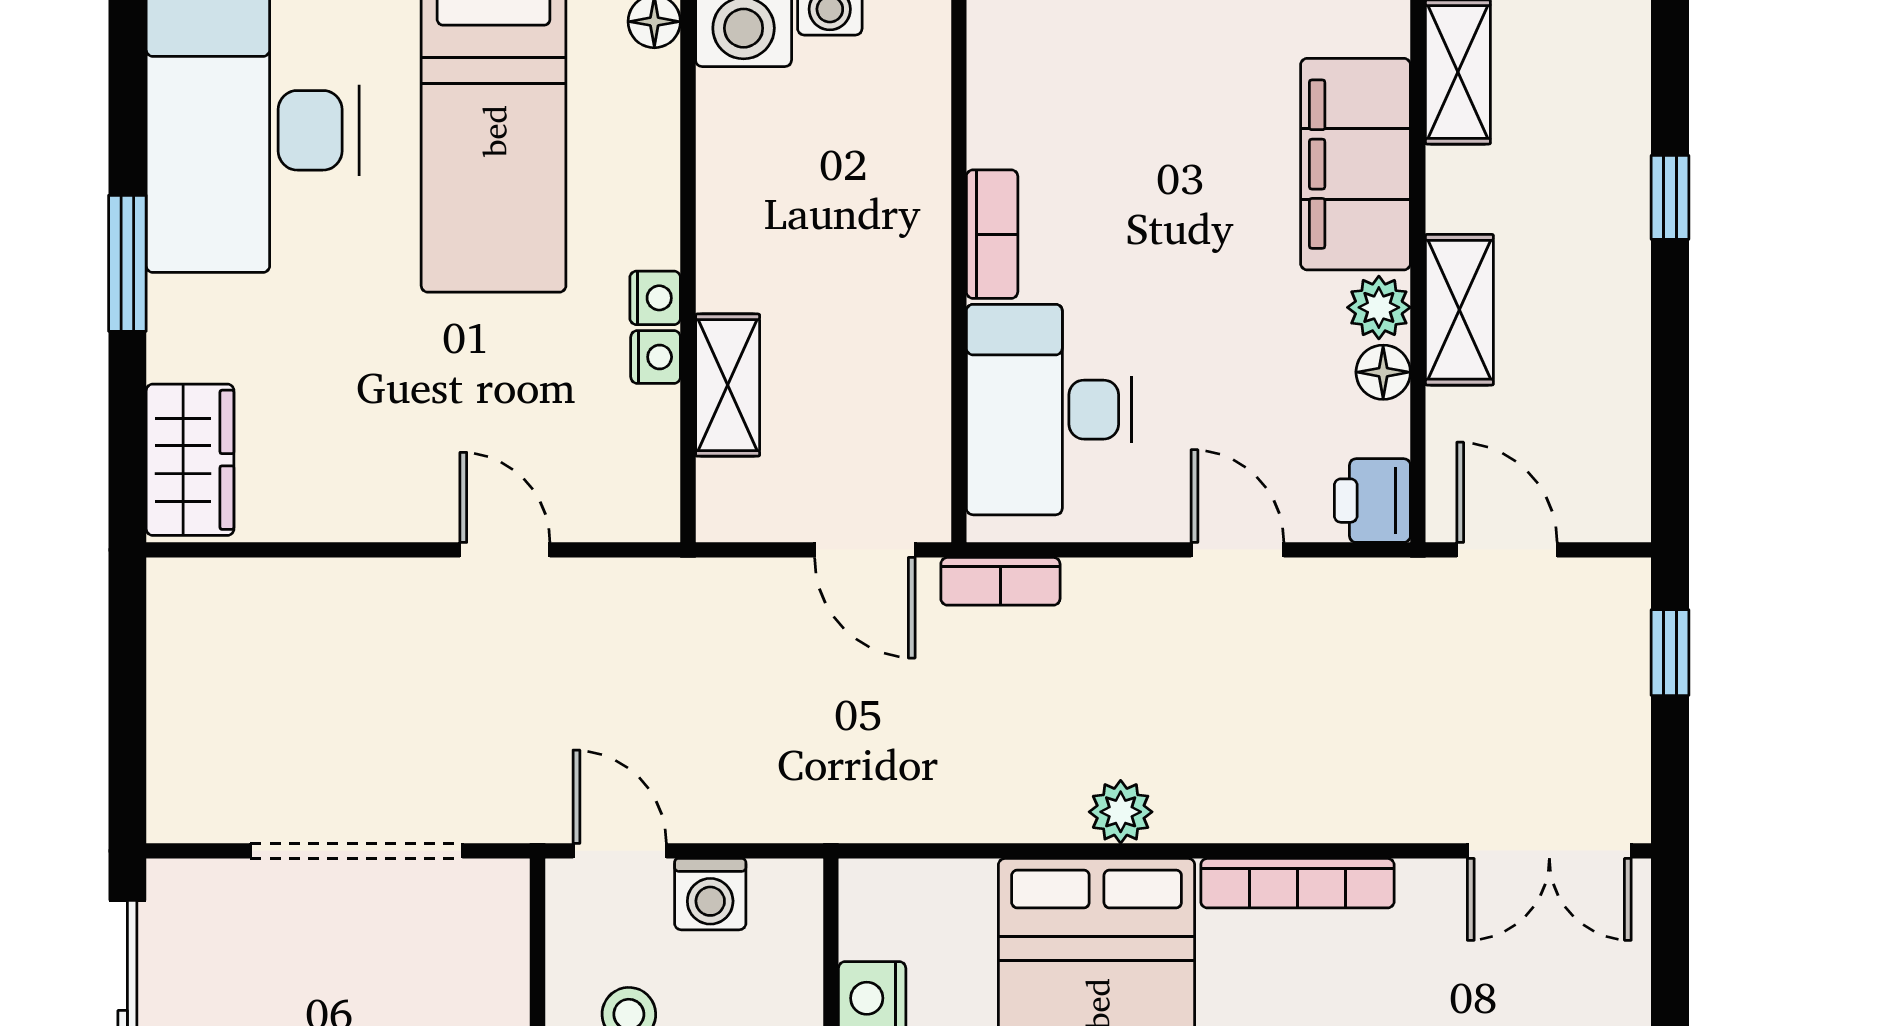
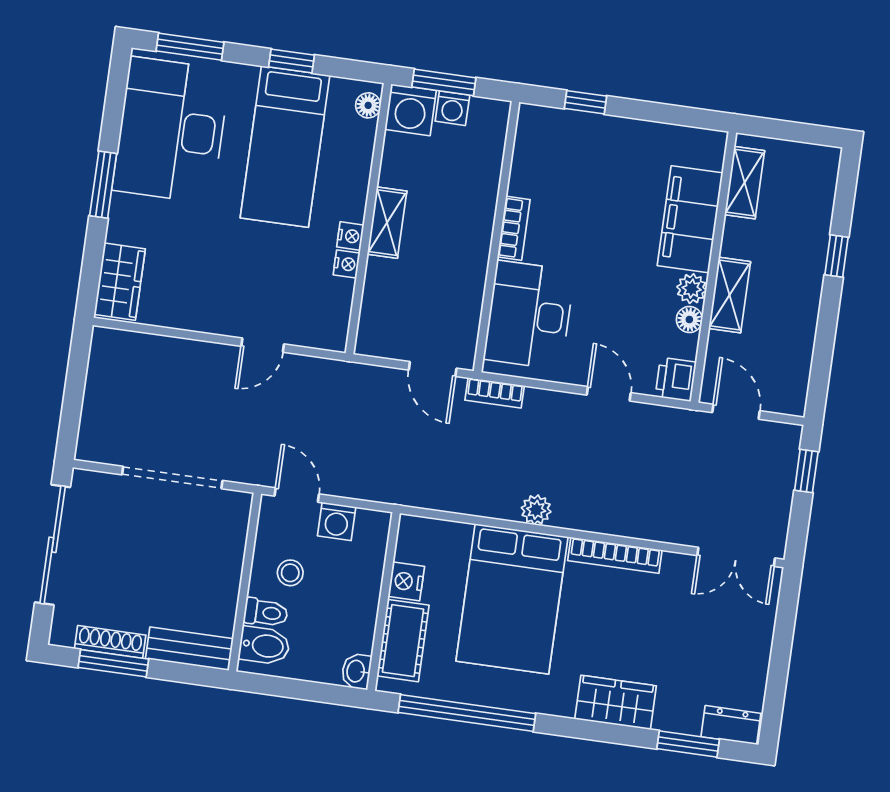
shelving: (728, 385) -> (387, 223), moved
door: (505, 550) -> (263, 345), swing flipped

